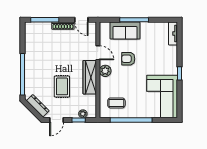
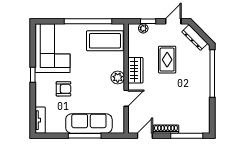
door: (81, 20) -> (145, 136), hinge flipped
sofa: (125, 31) -> (89, 124), width x1.36
door: (98, 53) -> (126, 98), swing flipped
armchair: (128, 59) -> (64, 89), moved
wardrobe: (90, 77) -> (135, 70), width x0.67
coffee table: (116, 103) -> (105, 41), width x1.86, depth x1.72

